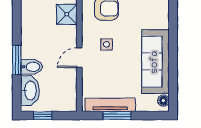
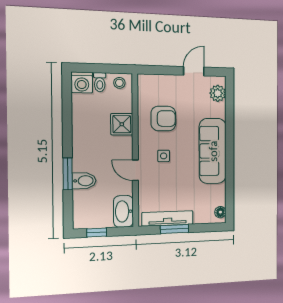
door: (79, 58) -> (135, 170), hinge flipped
sofa: (155, 62) -> (213, 151), moved
washbasin: (30, 91) -> (123, 211), moved, turned 180

